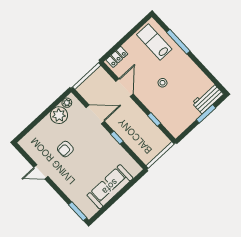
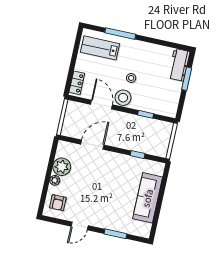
stool: (145, 94) -> (123, 98), added
plant: (67, 103) -> (55, 180), moved
window: (117, 138) -> (138, 155), moved
armchair: (65, 149) -> (58, 203), moved
window: (78, 211) -> (115, 234), moved

